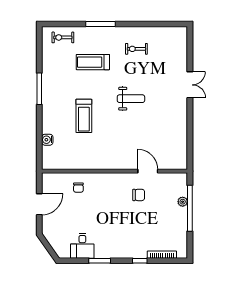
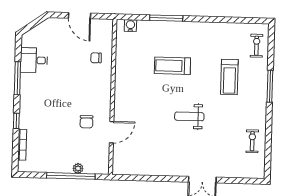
exercise bike: (136, 49) -> (252, 141), moved
treadmill: (93, 62) -> (229, 77), turned 180
window: (39, 89) -> (166, 18), moved
weight bench: (131, 99) -> (189, 116), turned 90
water cooler: (47, 140) -> (130, 26), moved
window: (100, 261) -> (17, 78), width x1.44

